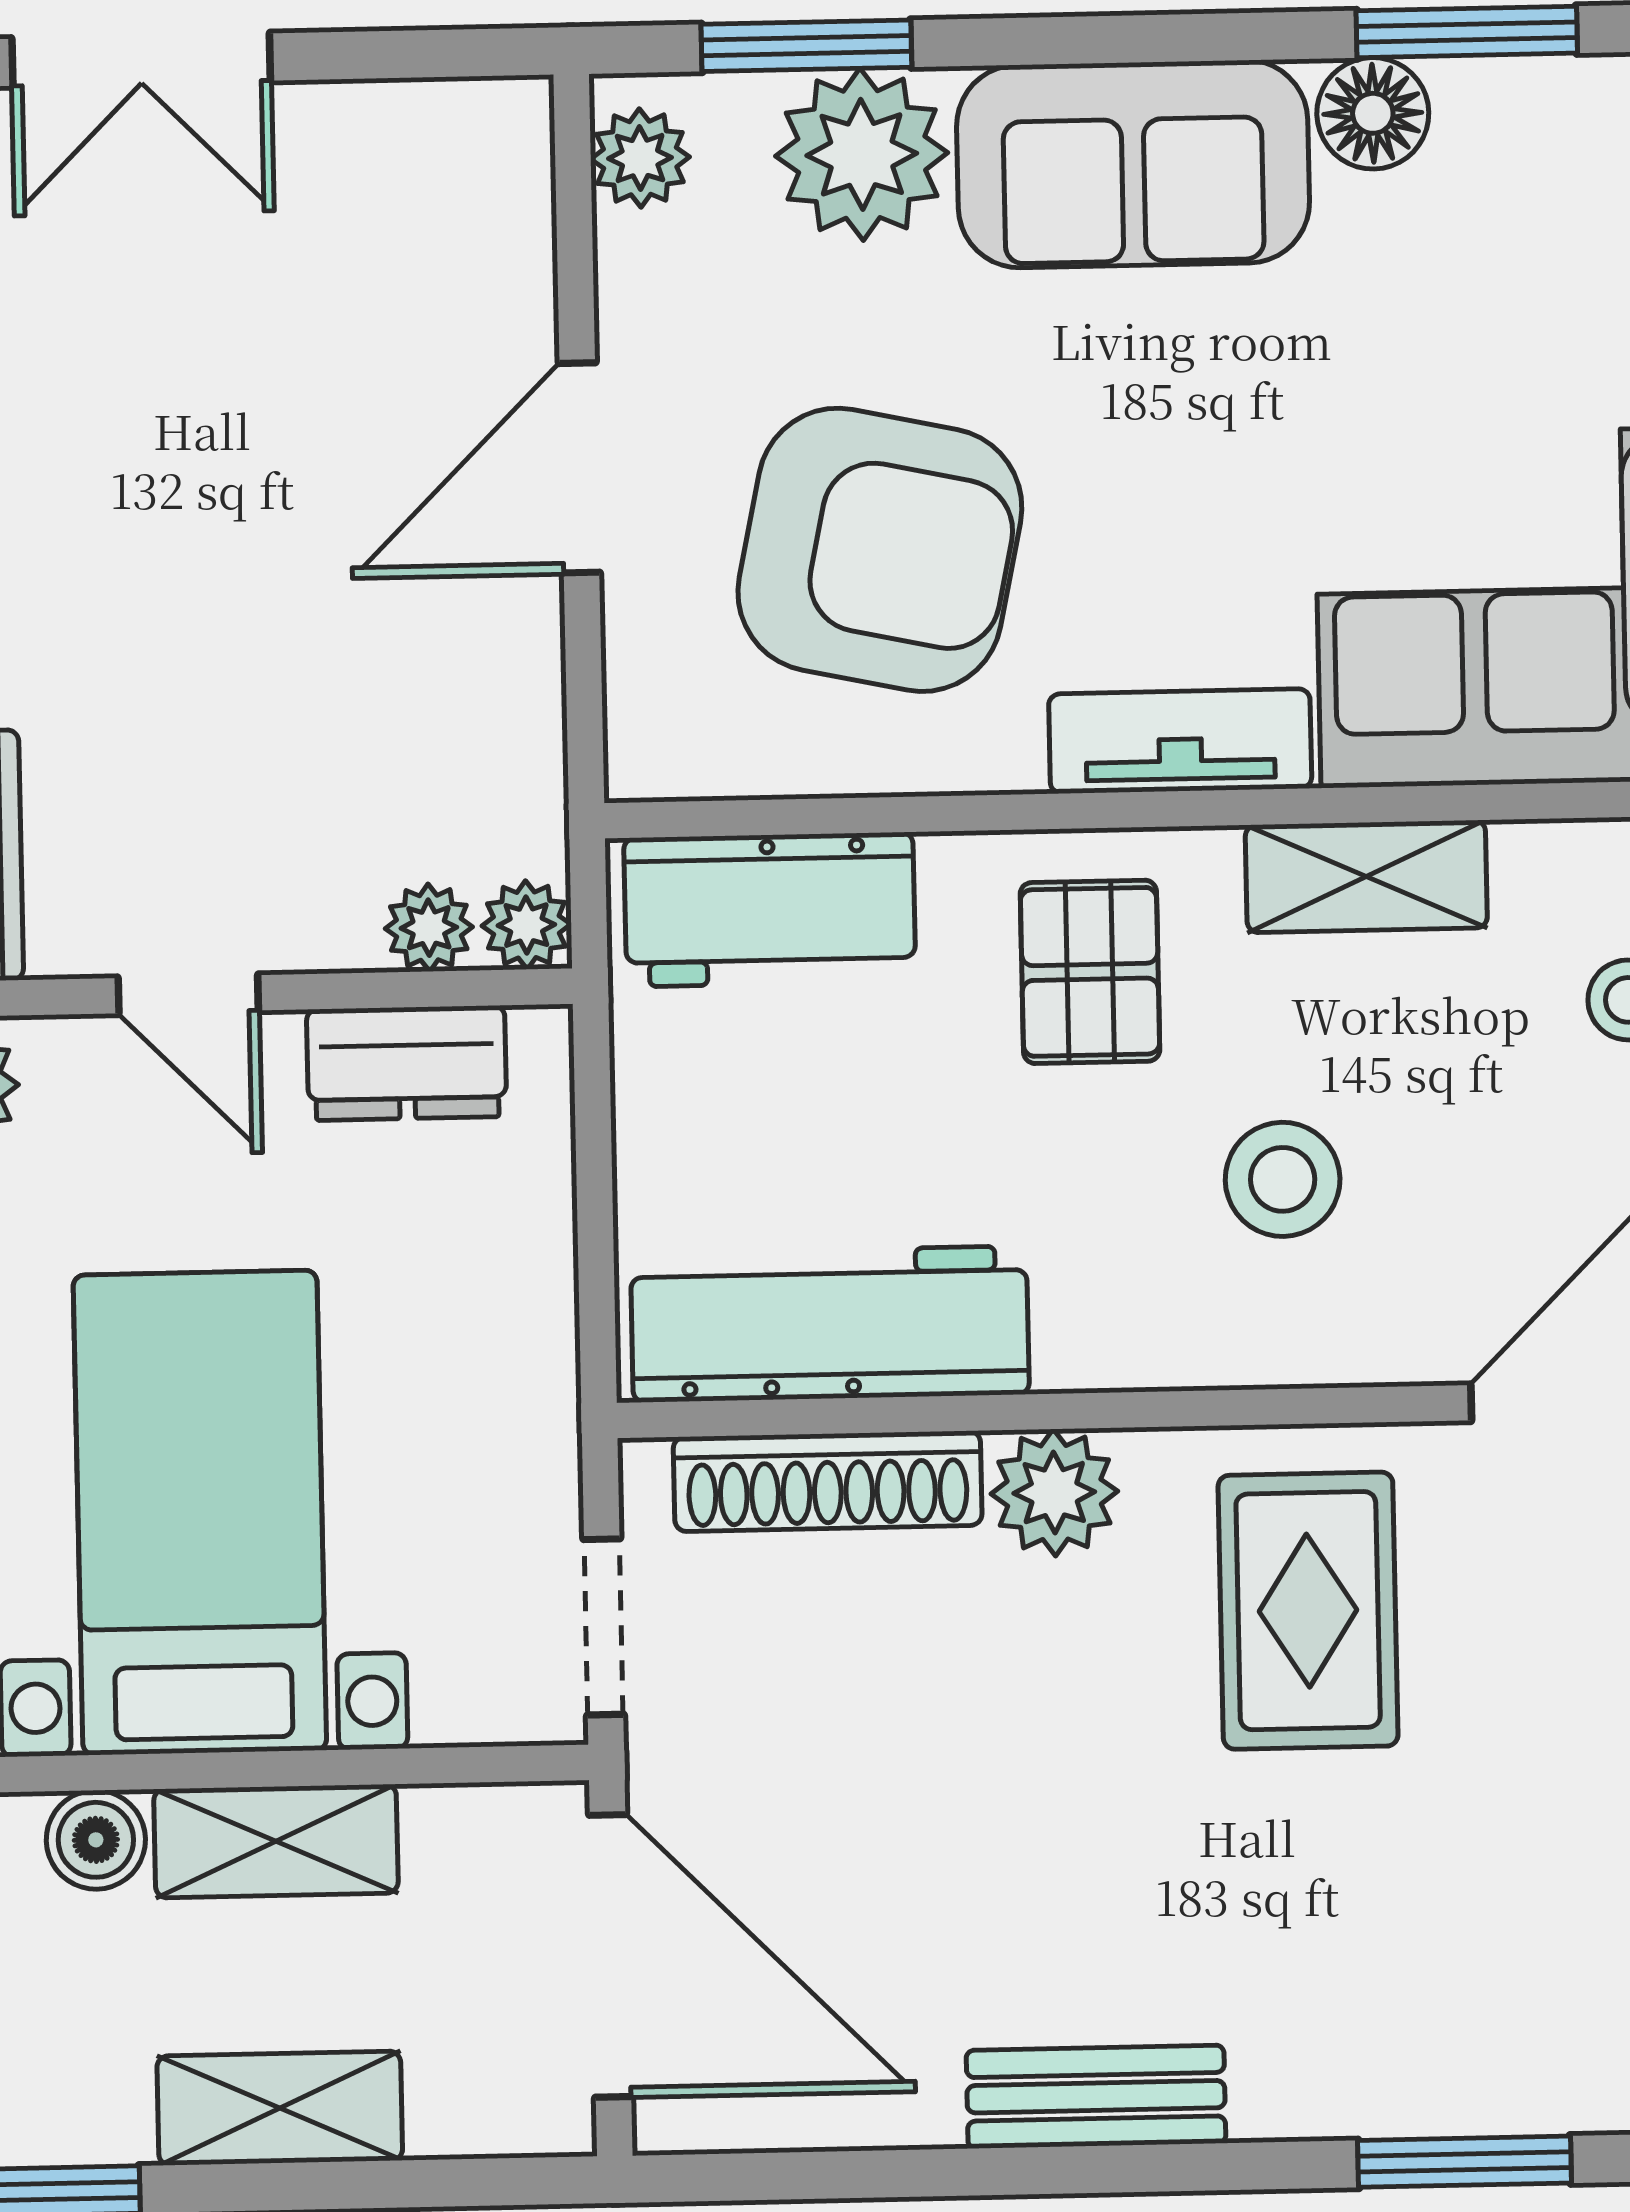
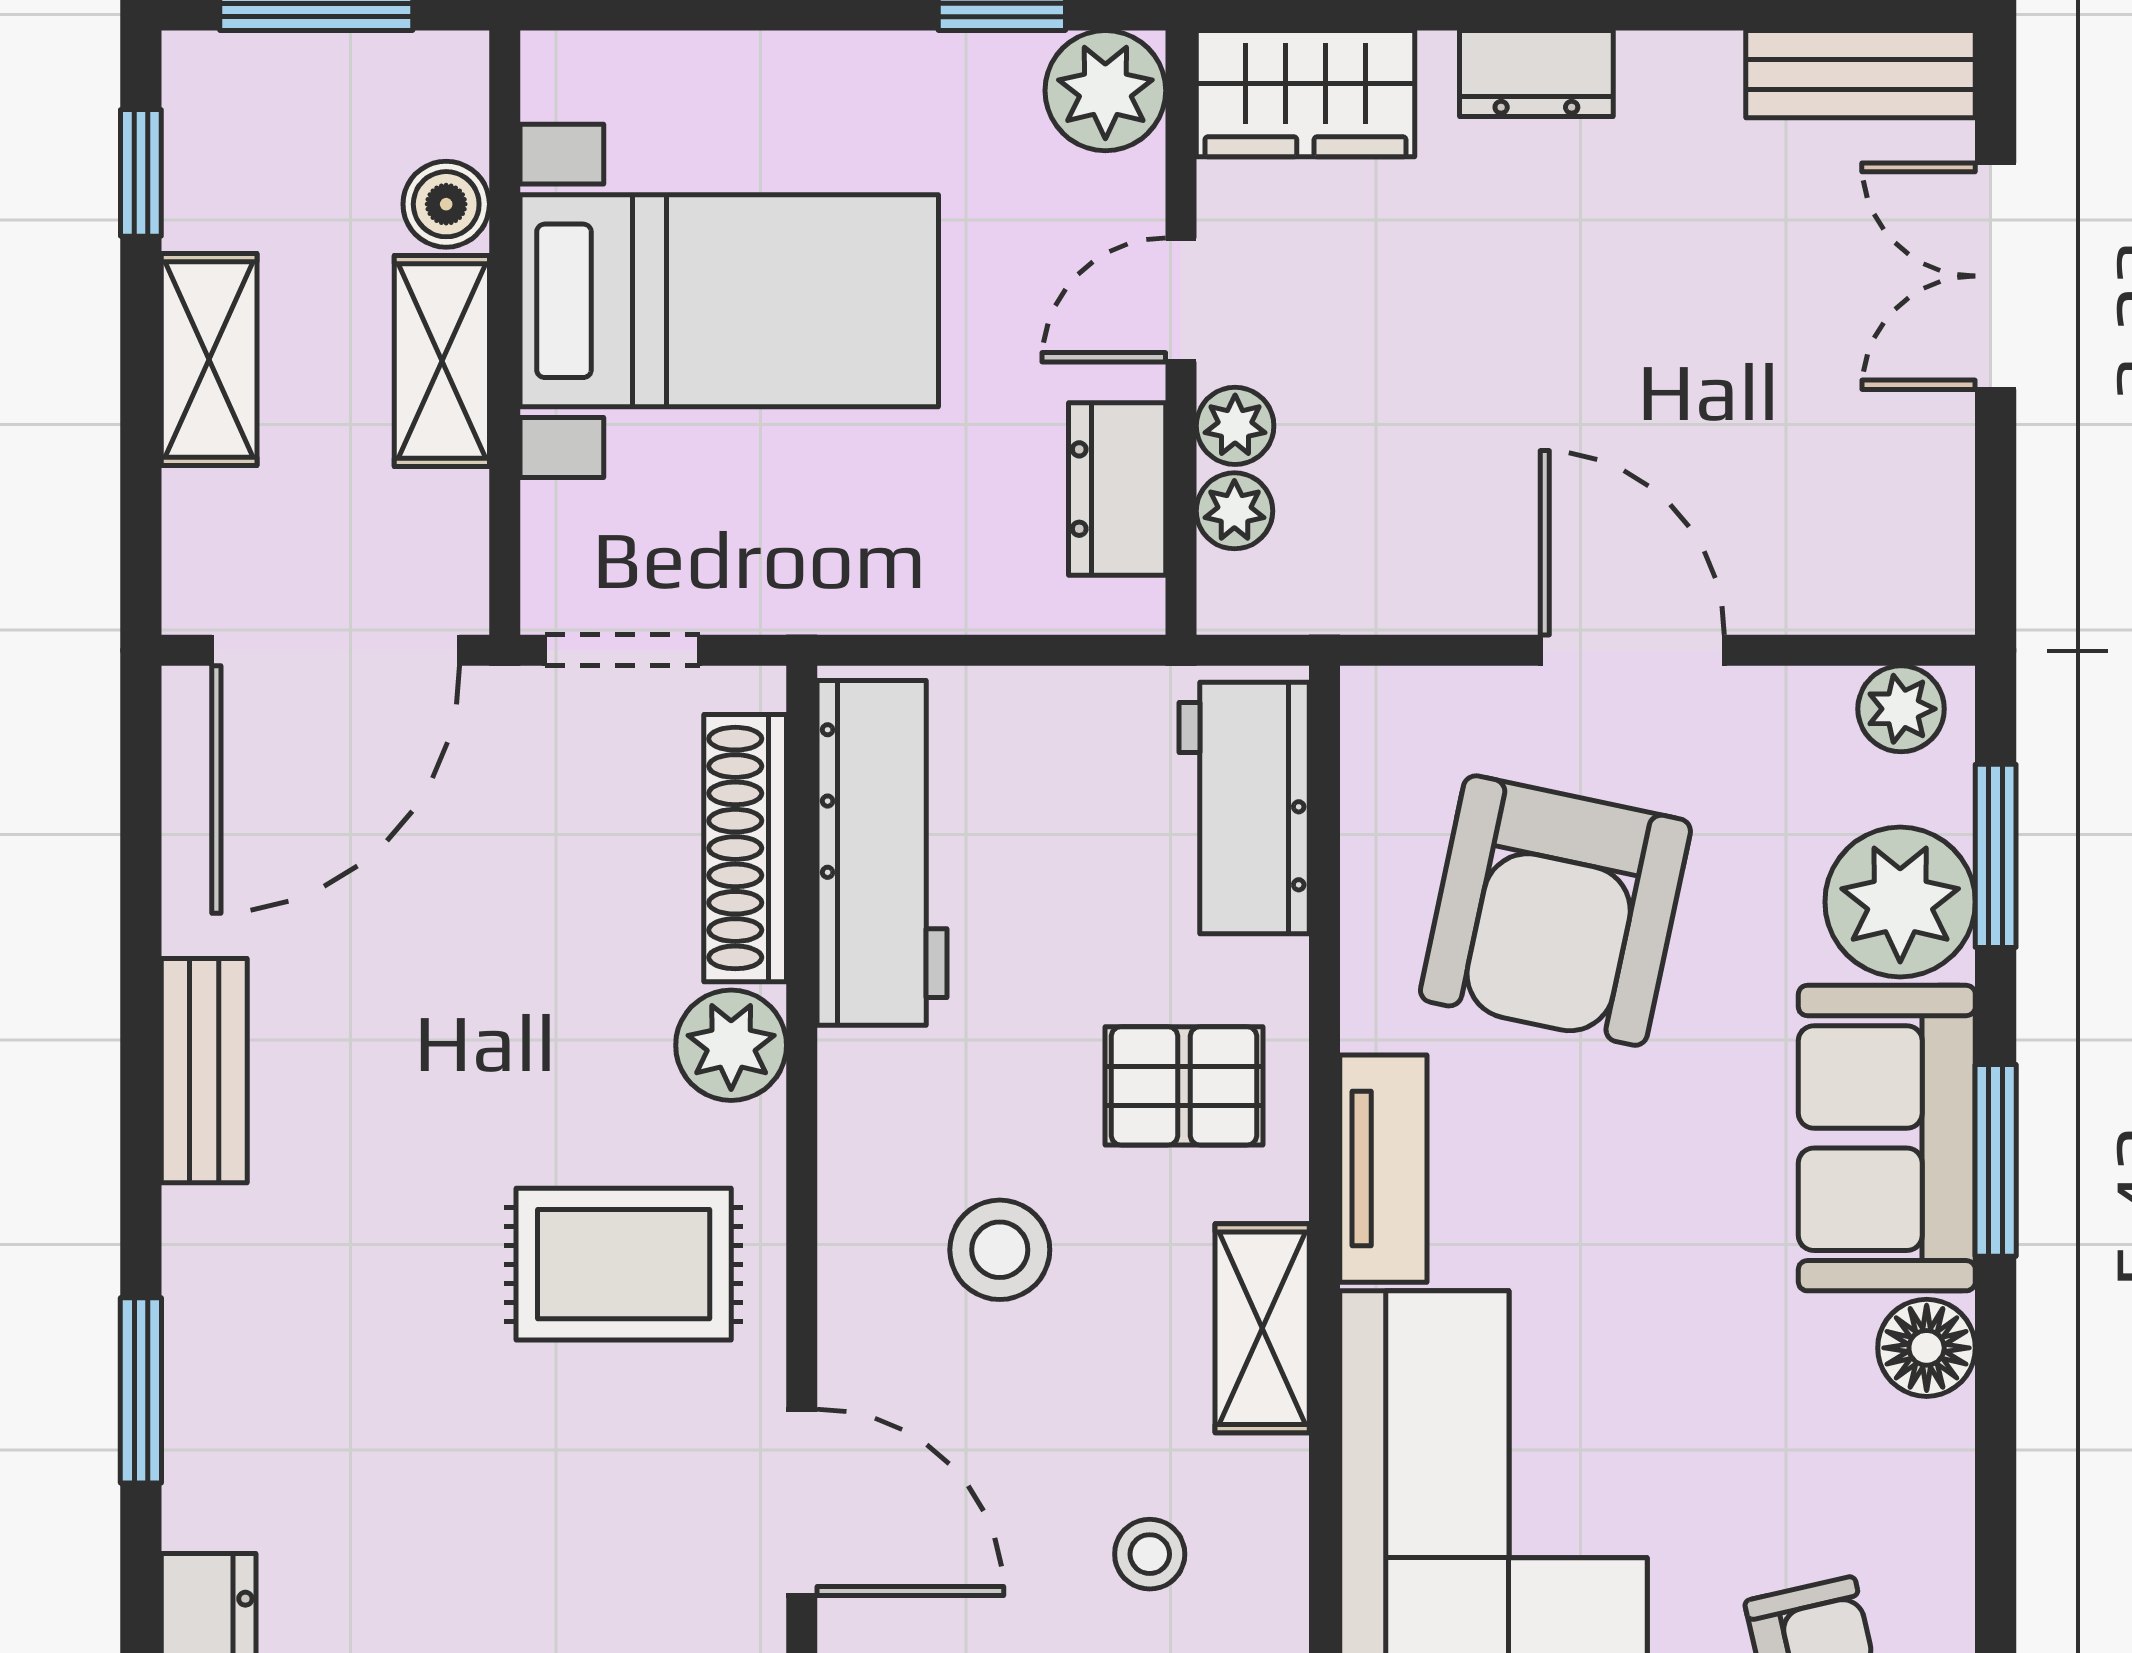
window: (1467, 32) -> (1996, 1160), moved
plant: (526, 925) -> (1235, 426), moved

